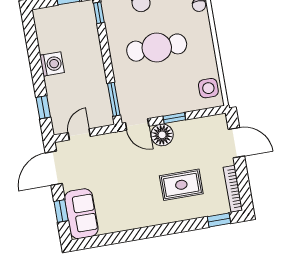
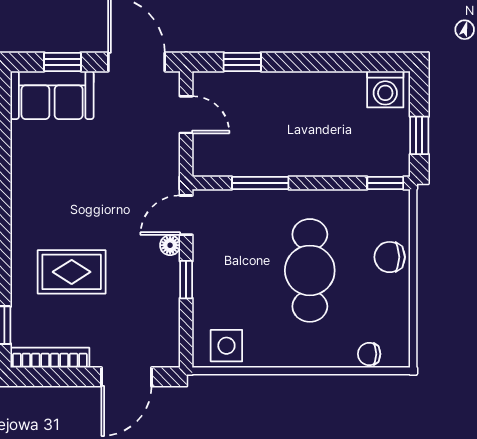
washing machine: (52, 64) -> (385, 89), moved
window: (114, 99) -> (260, 183), moved
floor lamp: (162, 135) -> (170, 245), width x0.53, depth x0.53
rug: (181, 185) -> (72, 272), turned 90

